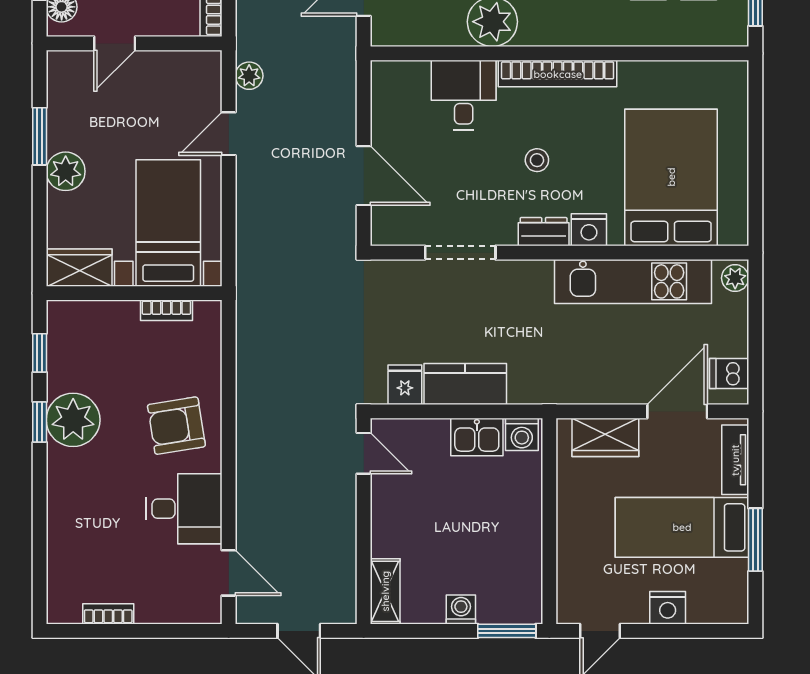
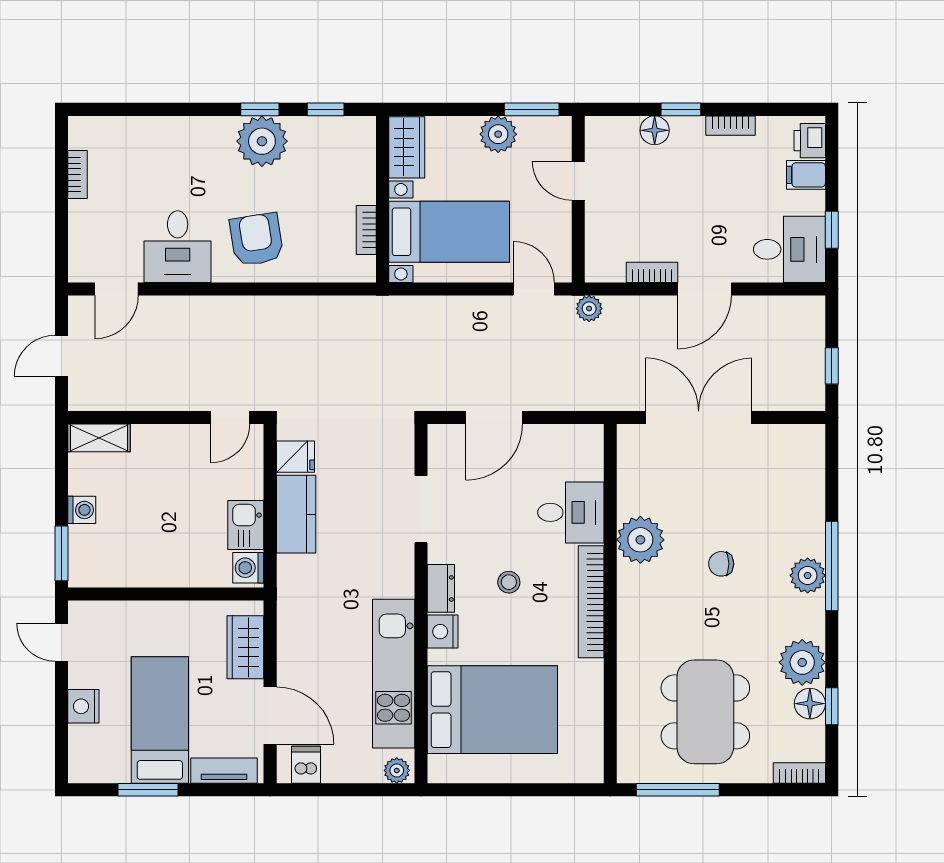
door: (115, 43) -> (578, 181), moved
wall: (134, 43) -> (578, 199), moved

